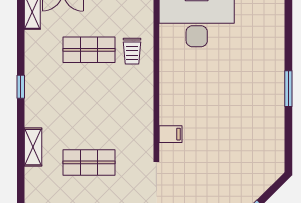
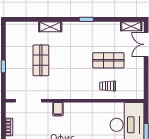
shop shelf: (89, 50) -> (108, 60), turned 90

